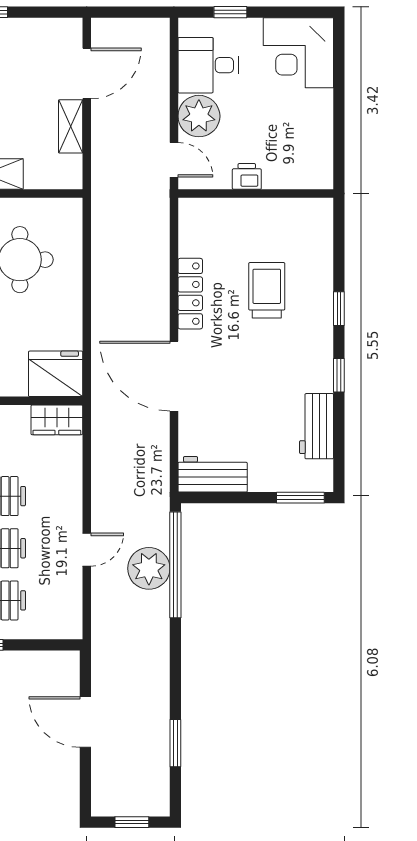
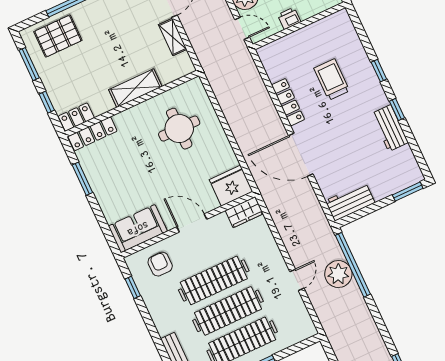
workbench: (317, 426) -> (390, 128), moved

